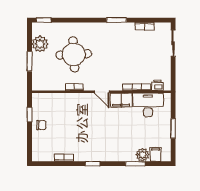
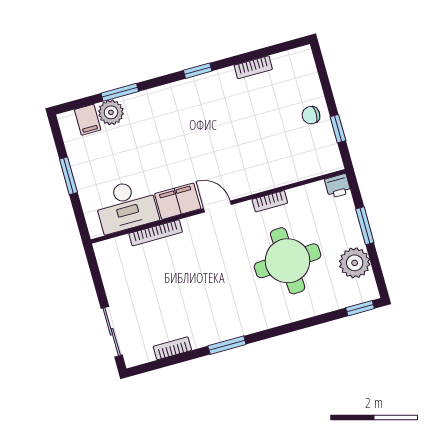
printer: (157, 85) -> (338, 186), moved

